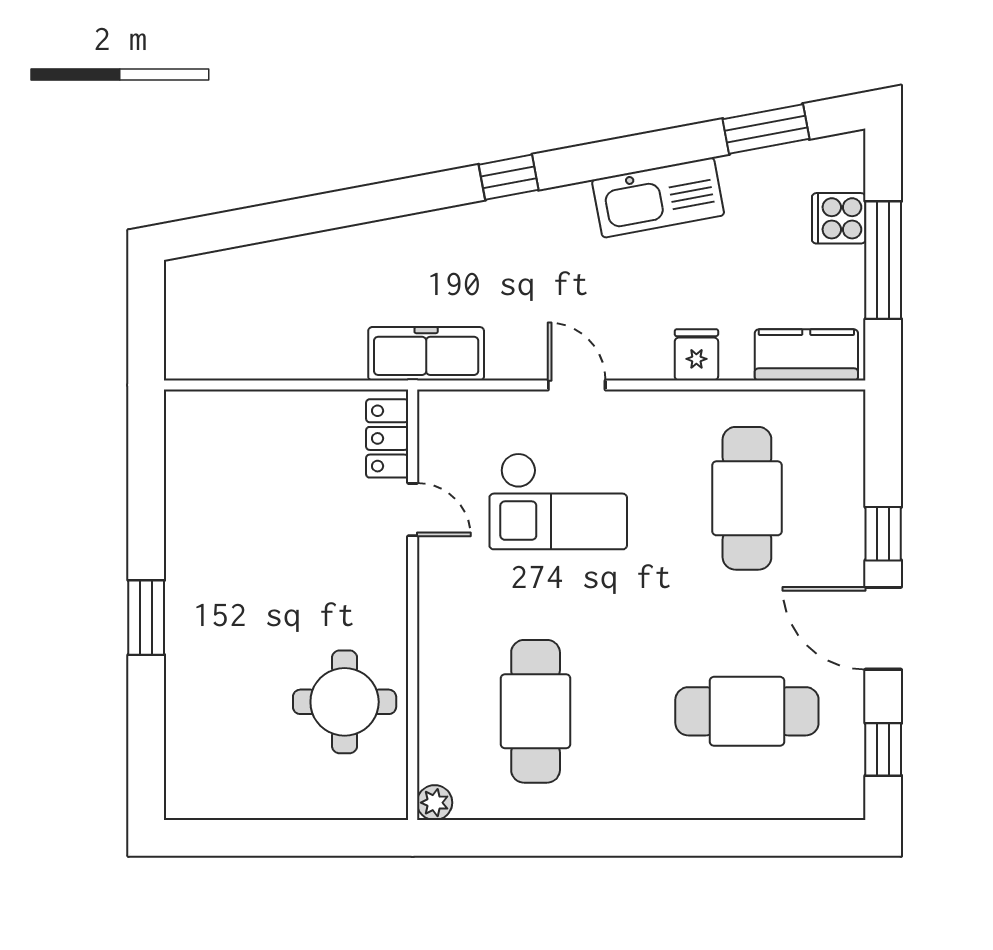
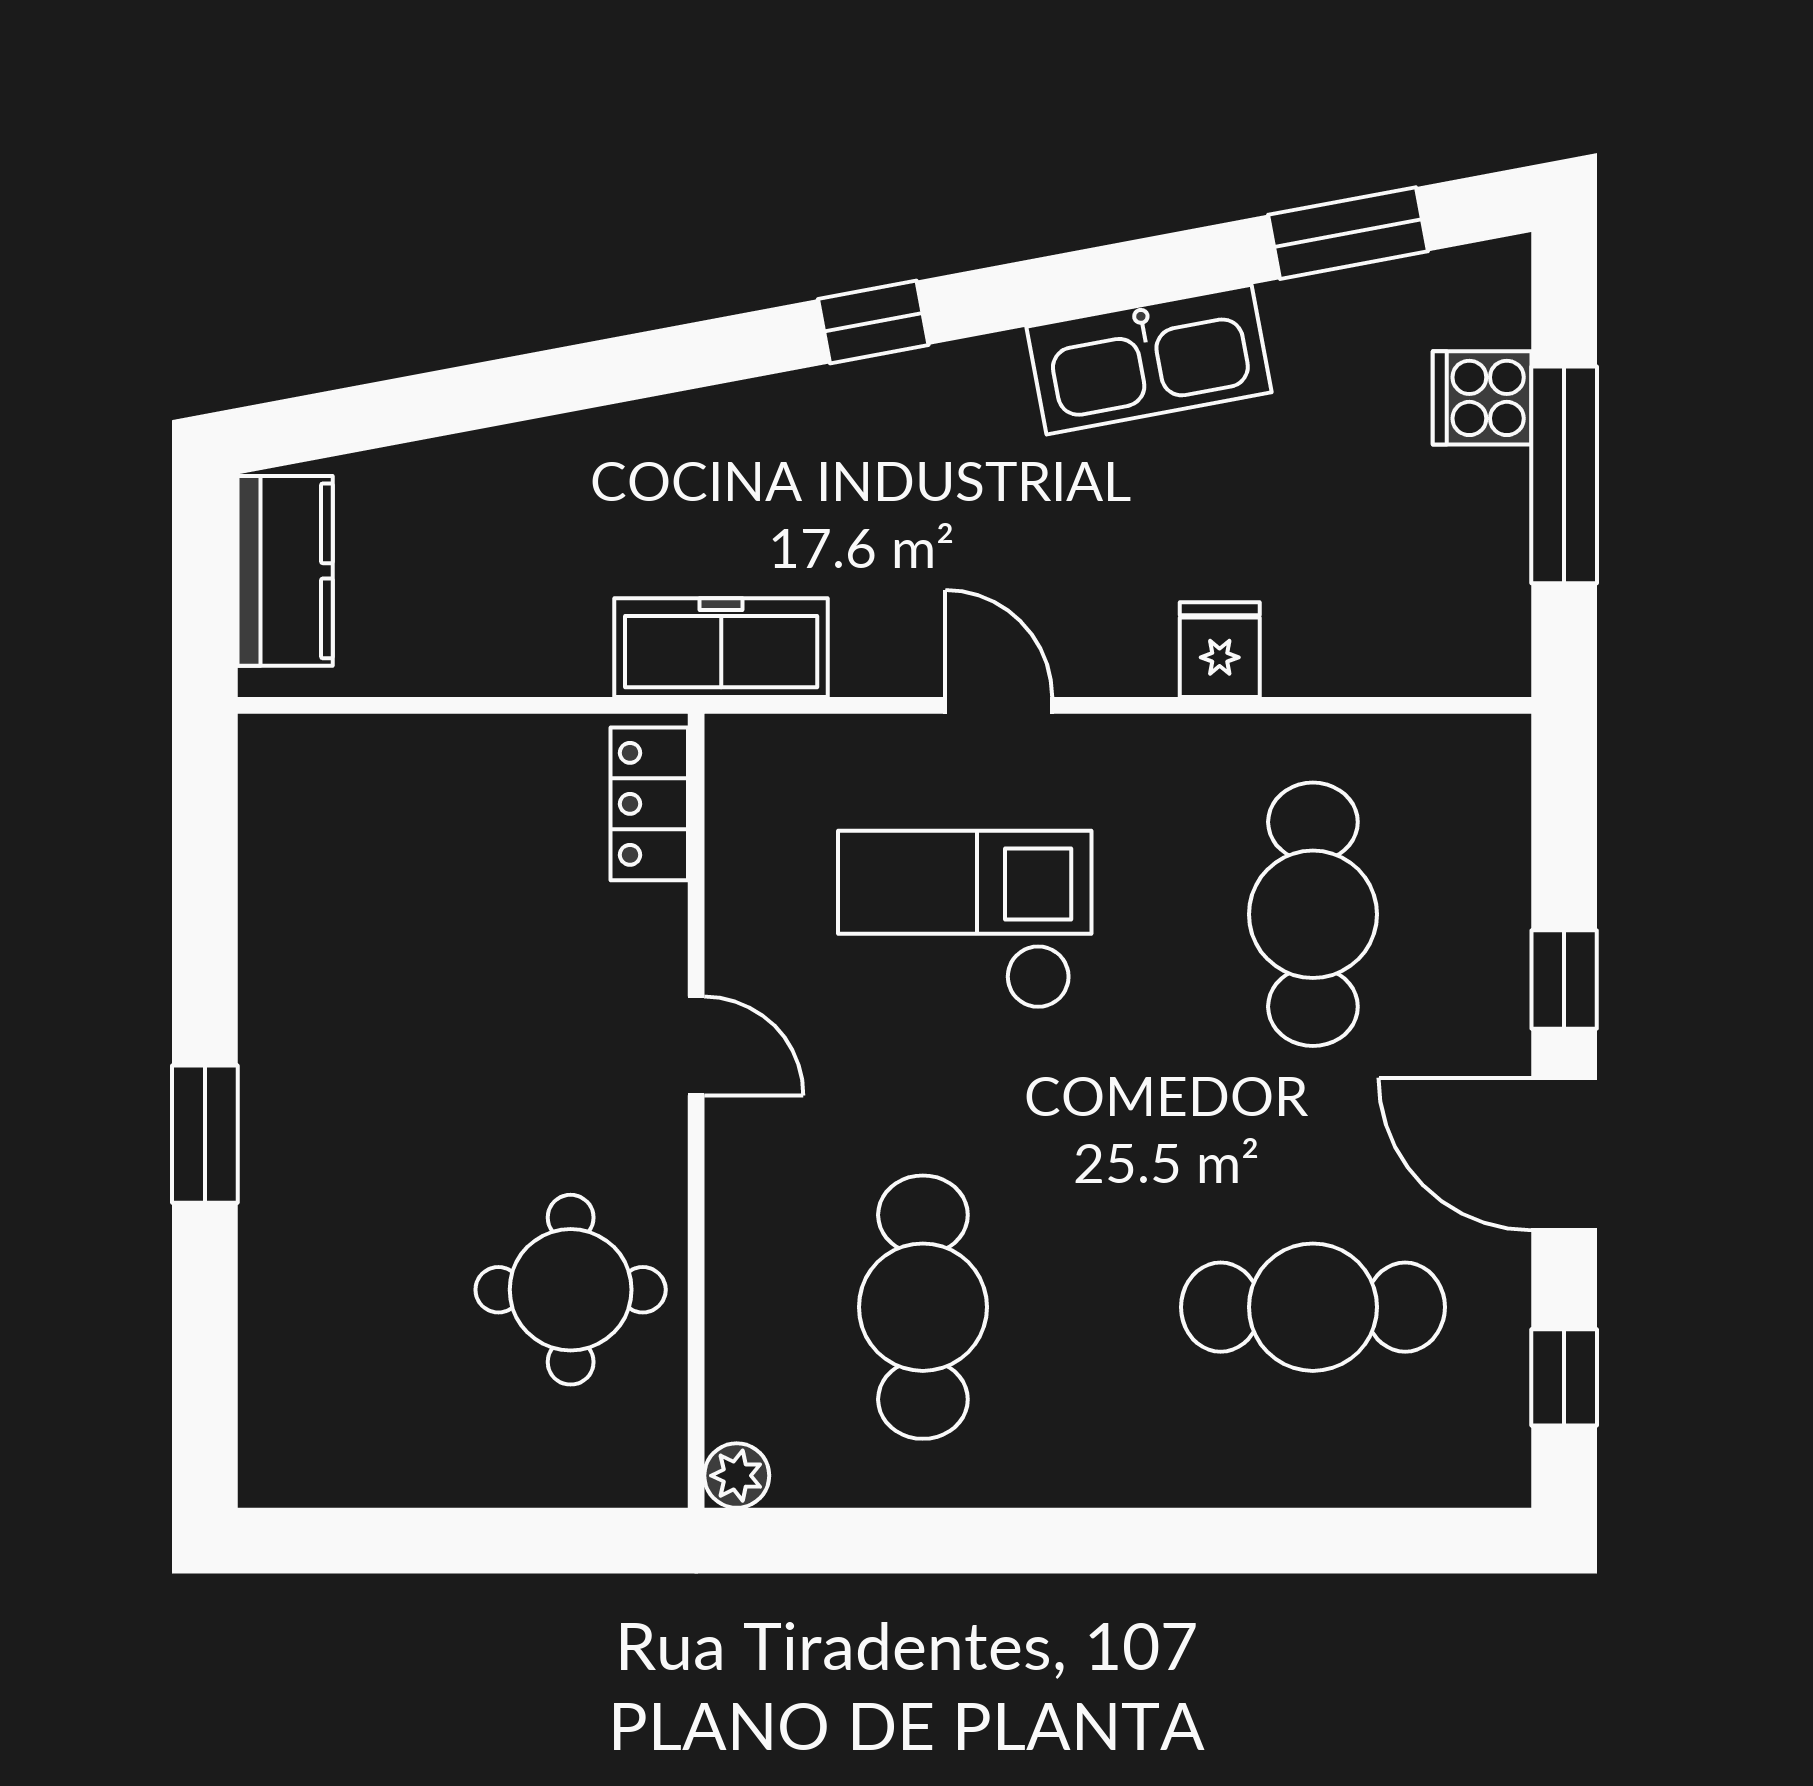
kitchen counter: (806, 355) -> (285, 571), moved, turned 90
checkout: (558, 501) -> (965, 920), turned 180
door: (413, 510) -> (696, 1046), moved

